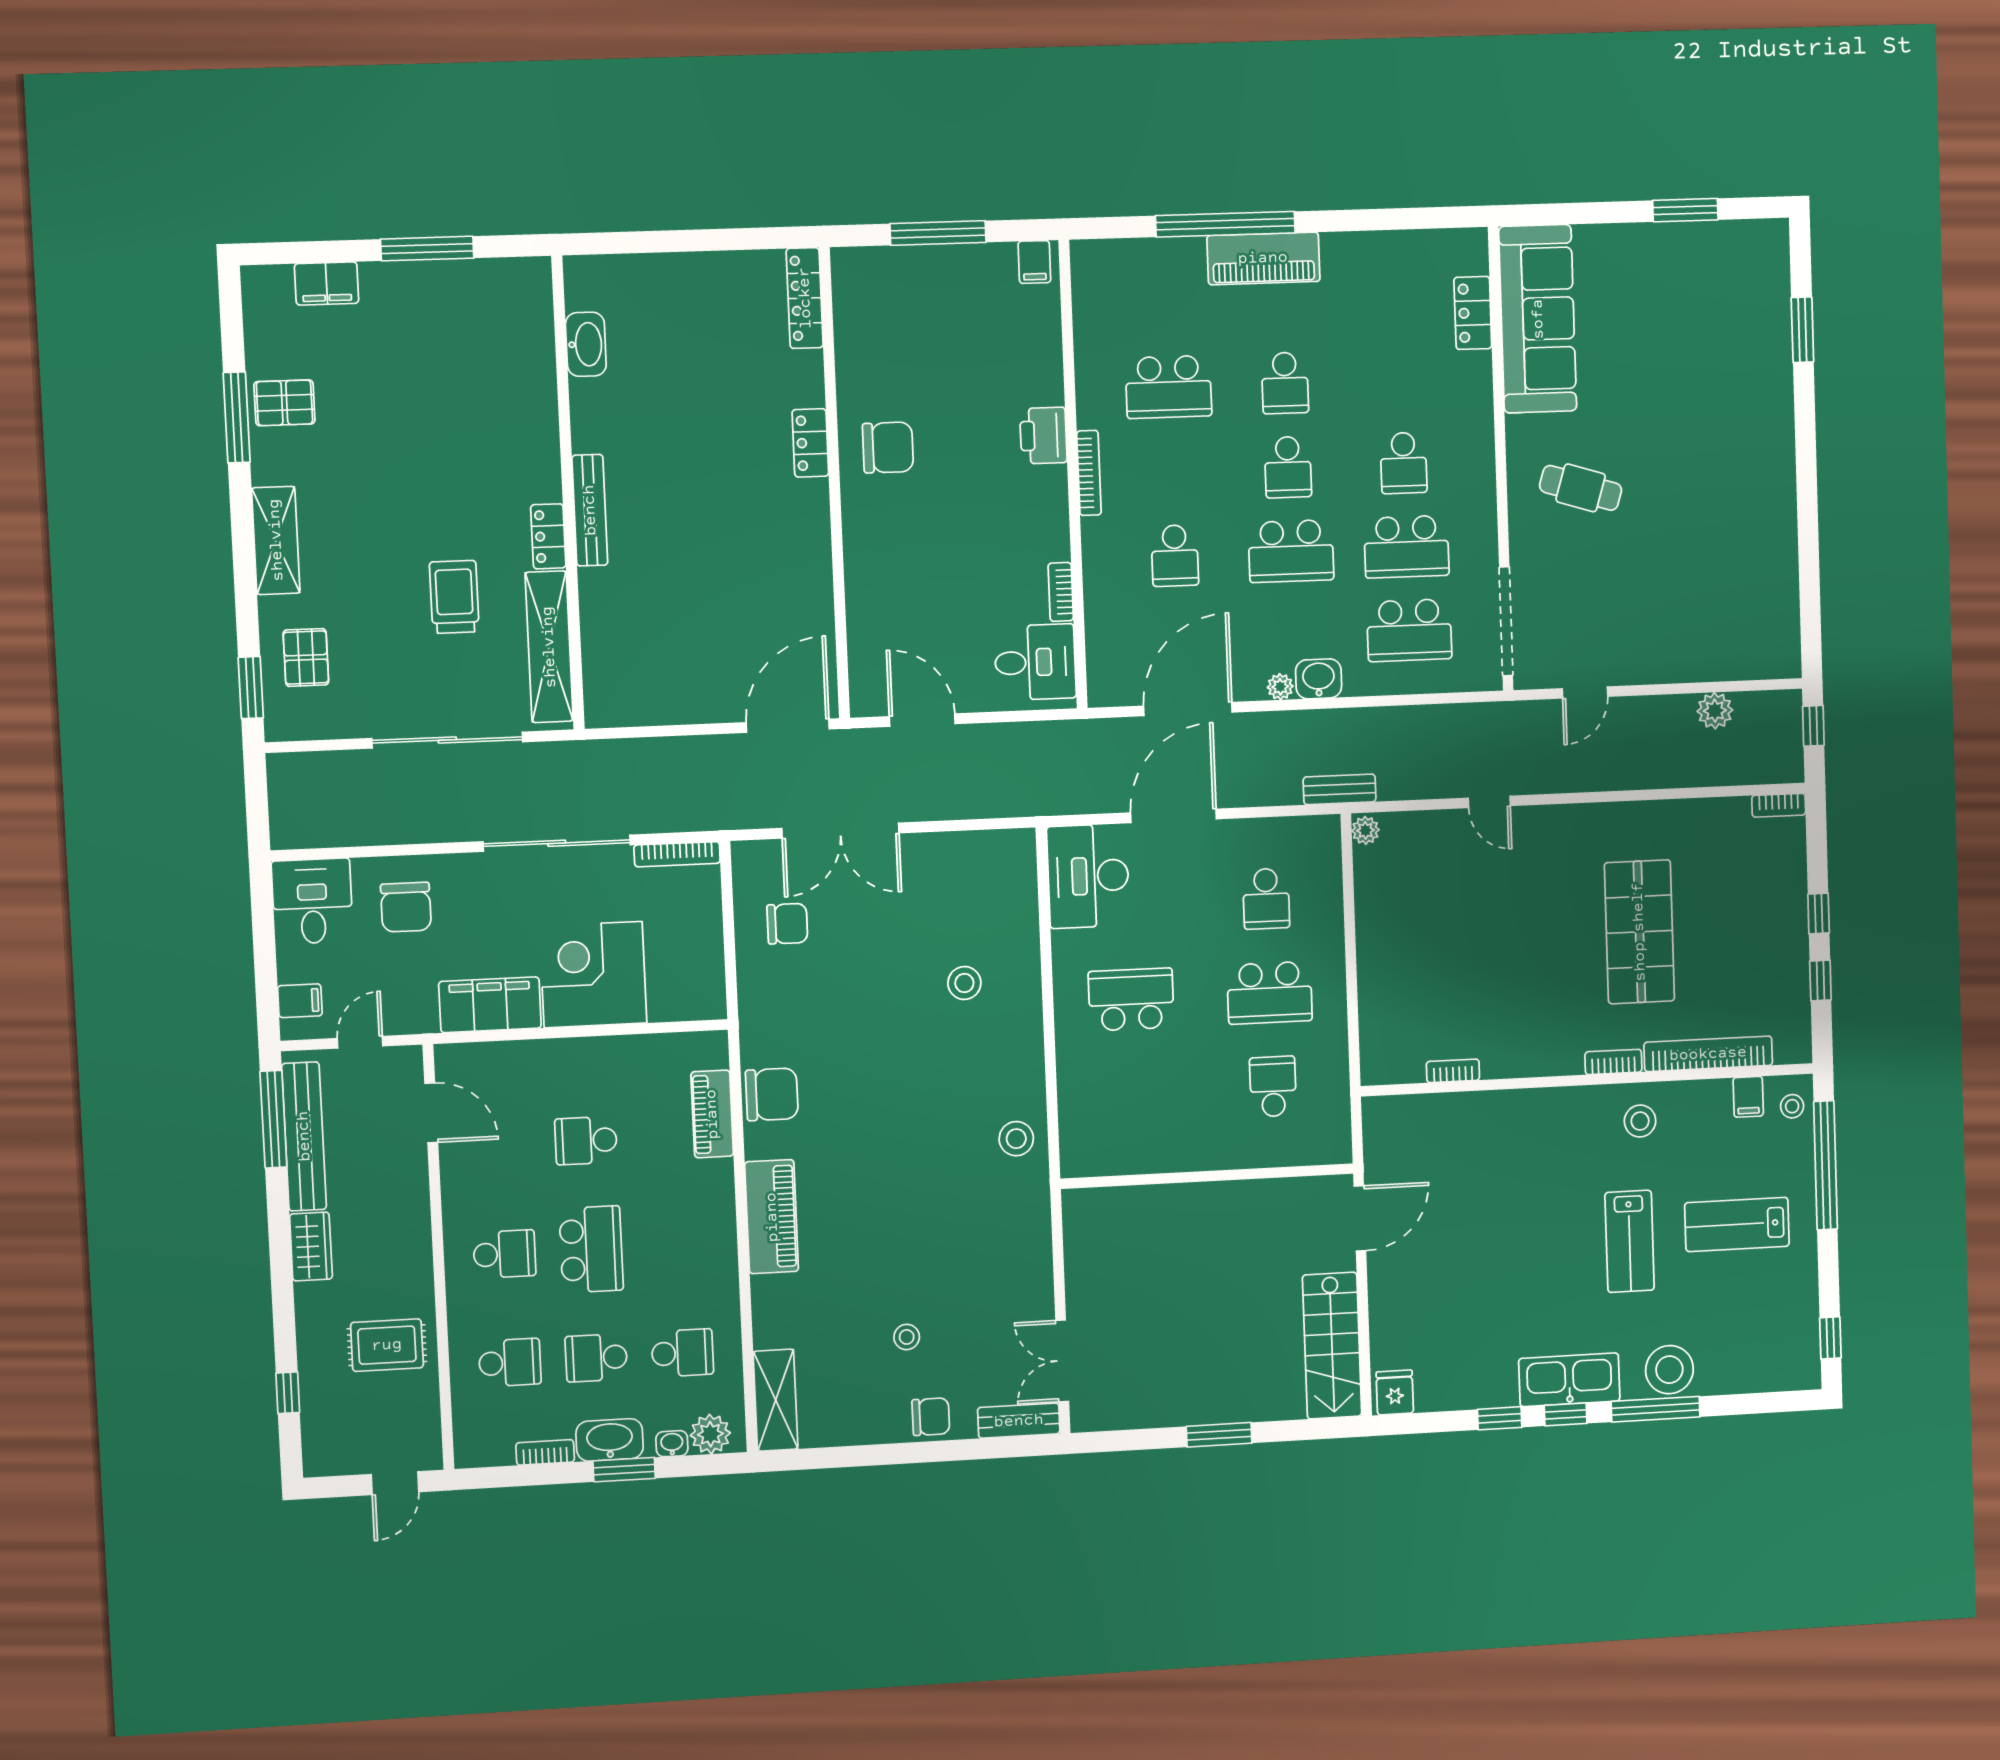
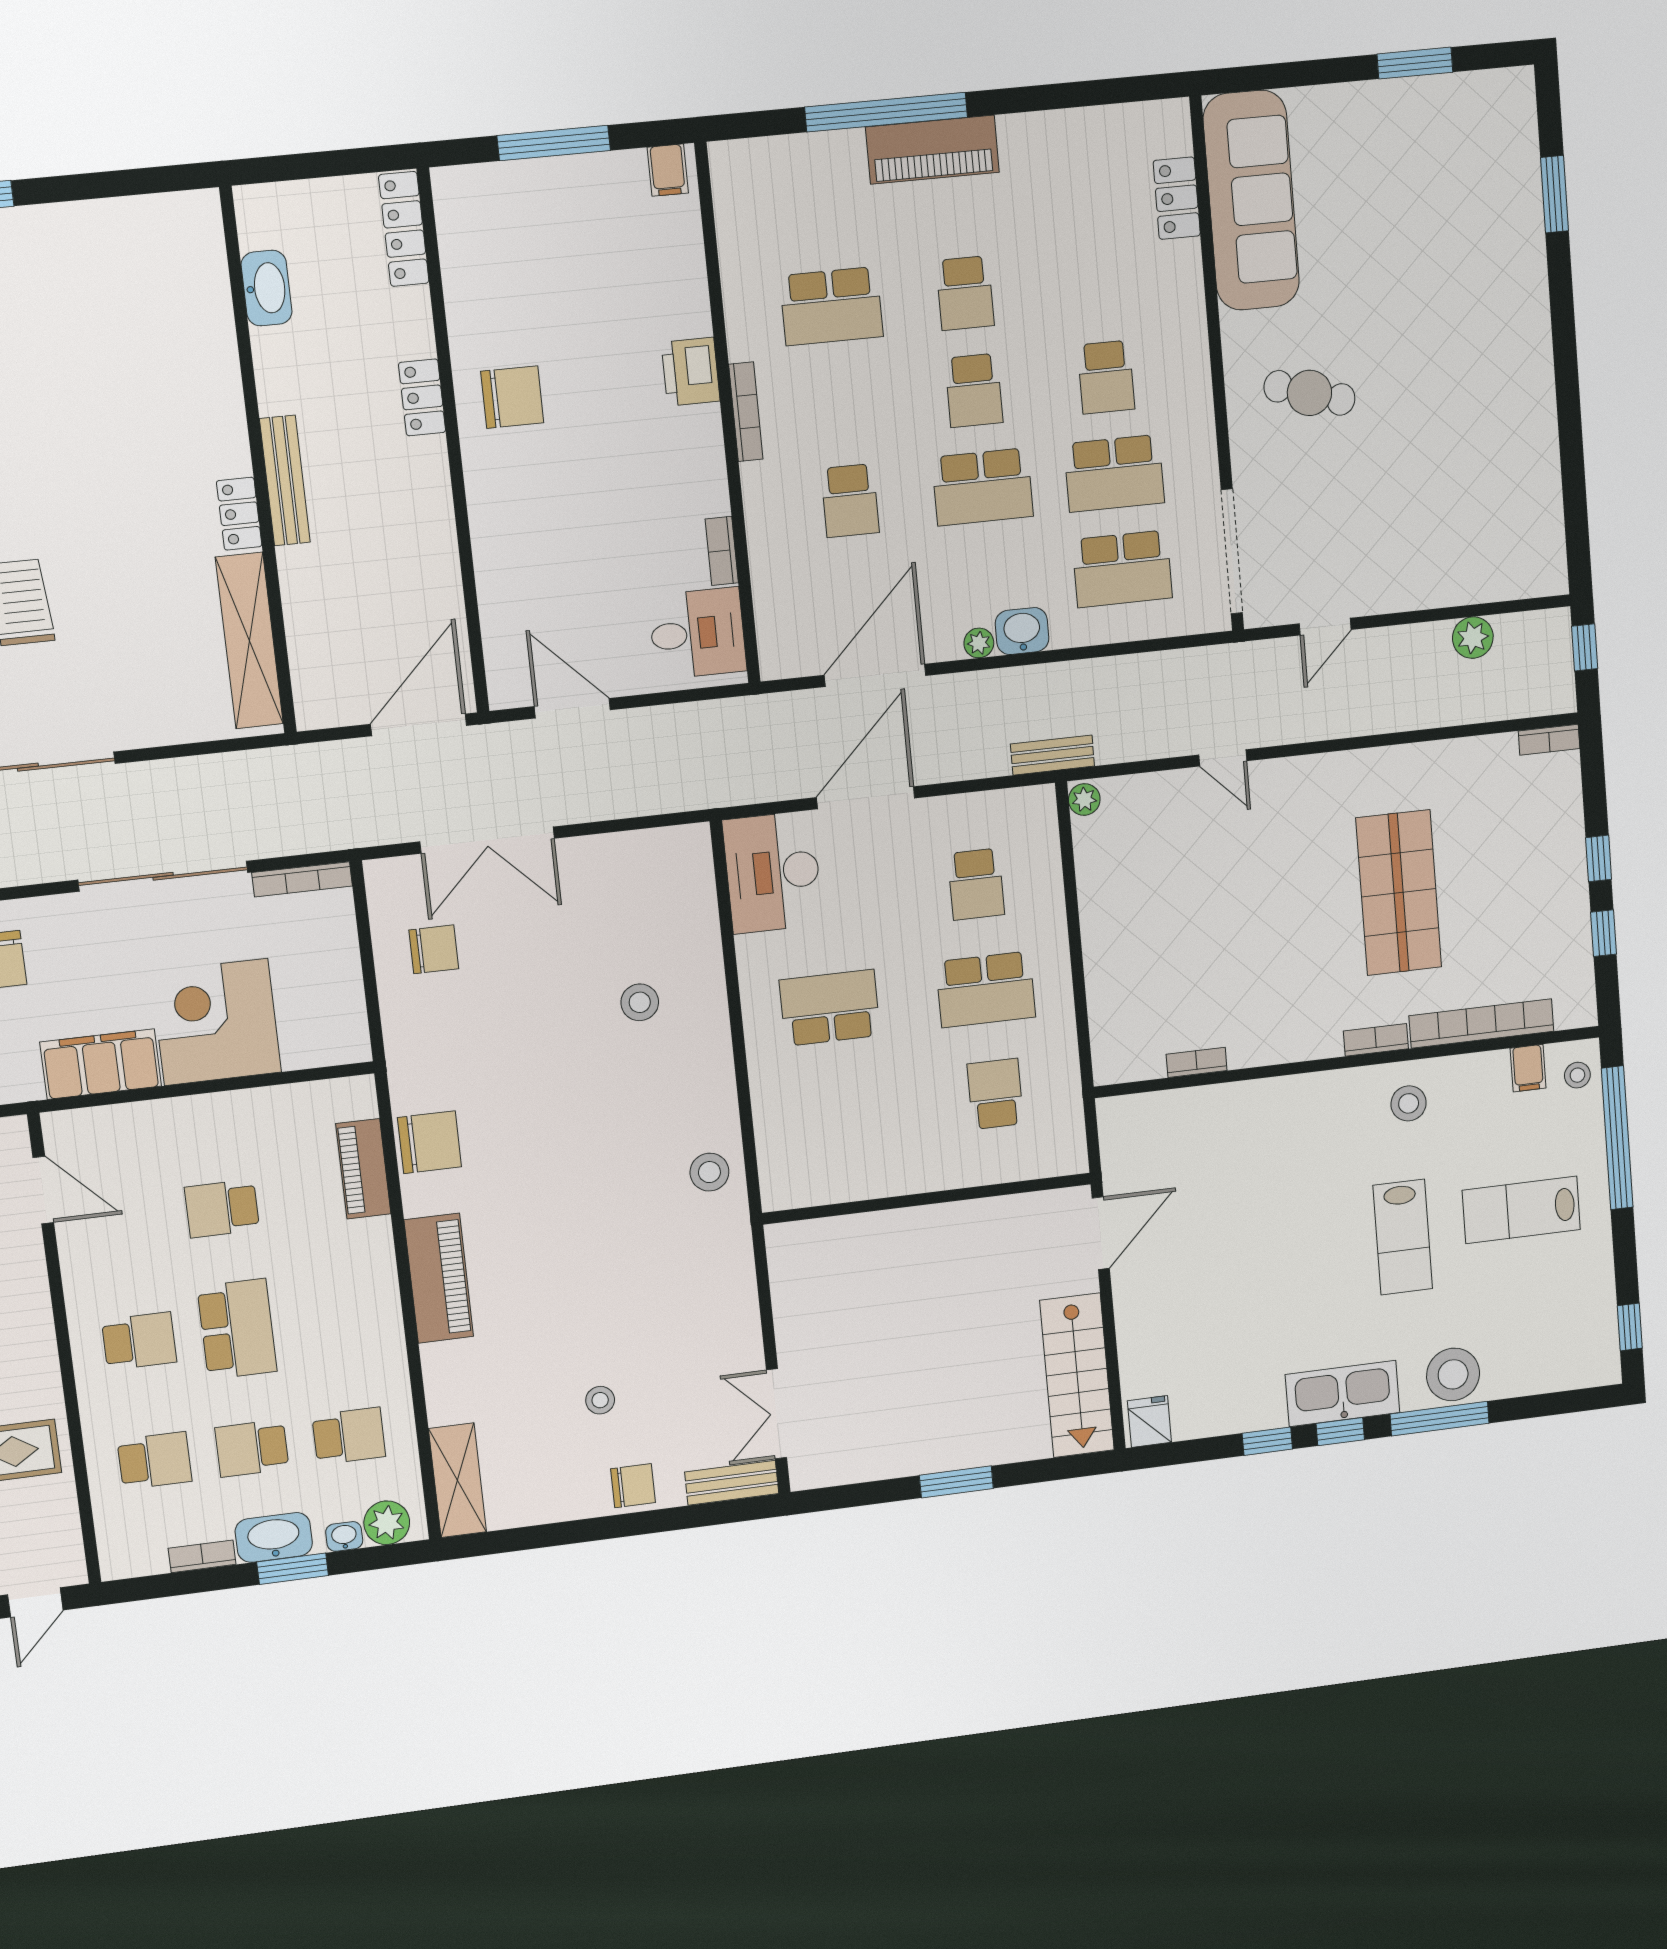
washbasin: (586, 344) -> (267, 288), moved
wall: (568, 493) -> (258, 462), moved
bench: (590, 510) -> (285, 480), moved
locker: (548, 536) -> (239, 514), moved
shelving: (549, 647) -> (249, 641), moved

